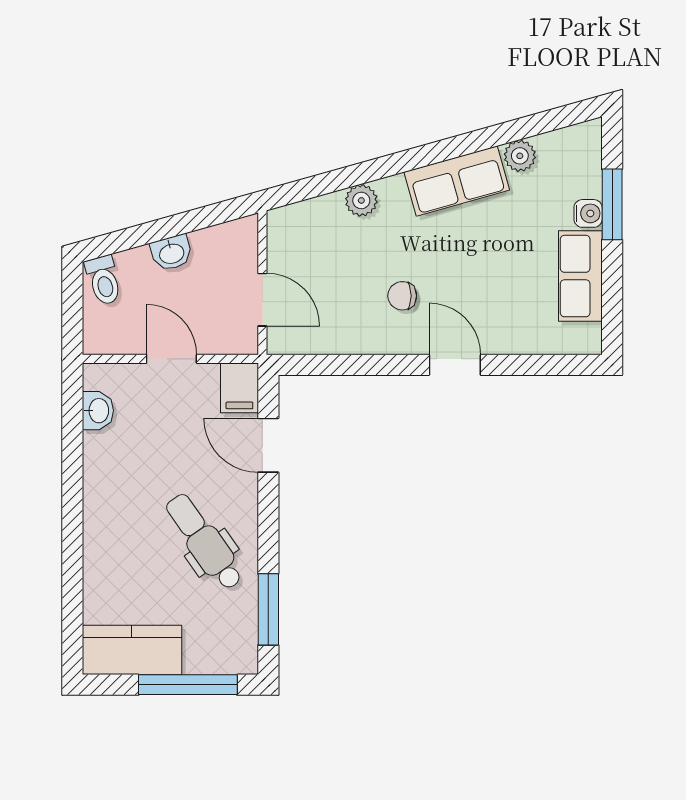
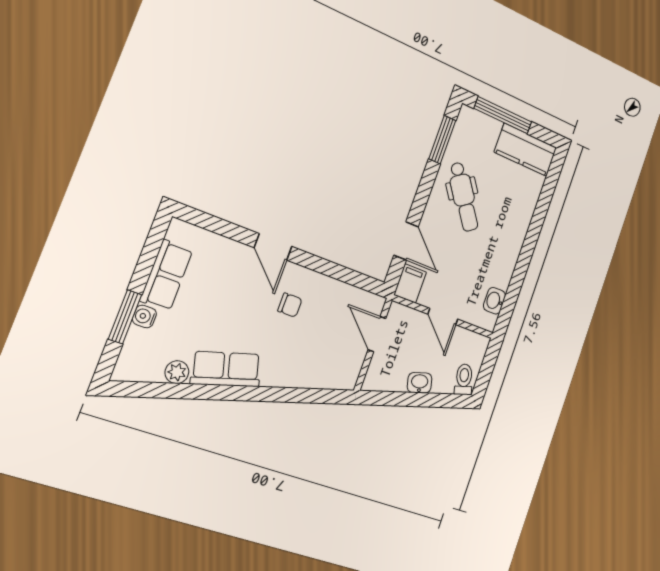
plant: (361, 200) -> (293, 377), removed

